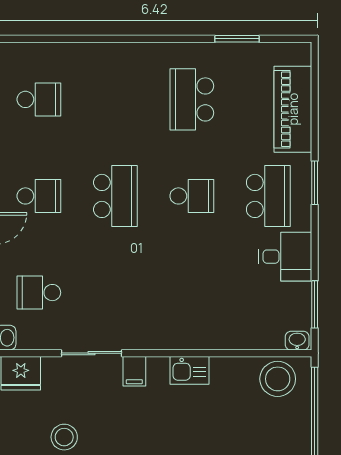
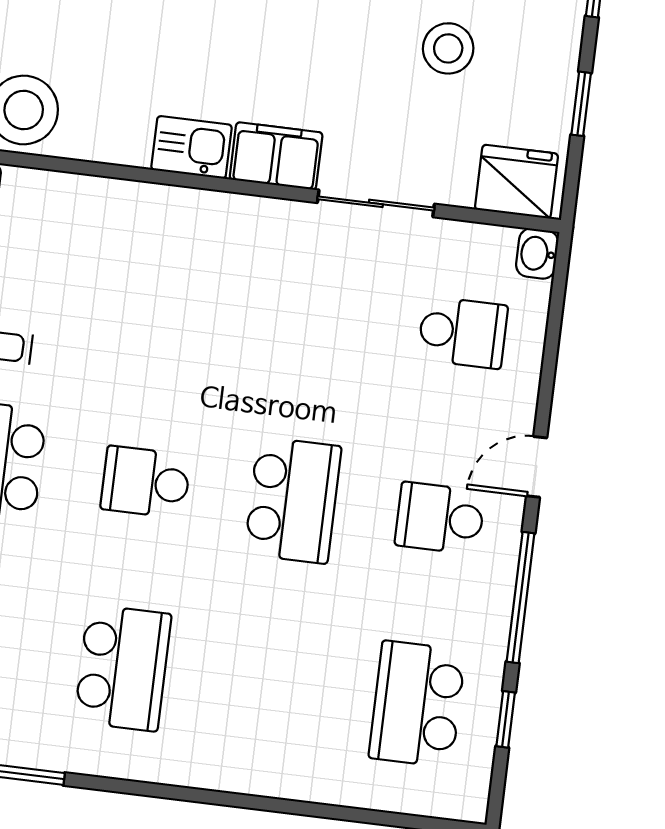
school desk: (39, 99) -> (417, 704), width x1.85
school desk: (115, 196) -> (293, 500), turned 180
filing cabinet: (134, 371) -> (276, 156), width x2.00

